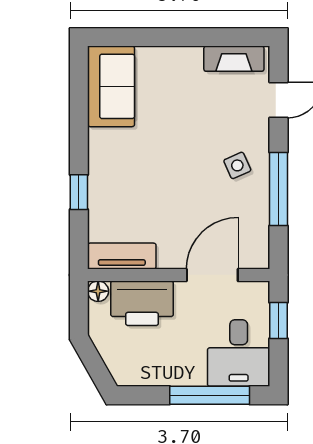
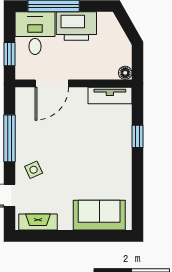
sofa: (111, 86) -> (99, 215), moved, turned 90
side table: (237, 165) -> (34, 170), moved
printer: (142, 303) -> (76, 26), moved, turned 180

